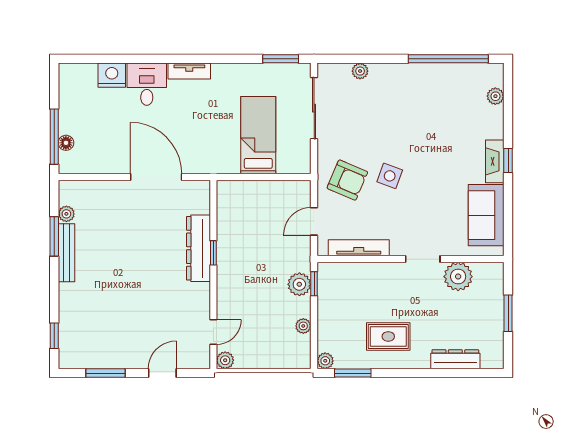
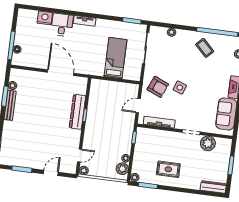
coffee table: (428, 93) -> (205, 48), added
plant: (299, 284) -> (122, 169), moved
dresser: (455, 359) -> (213, 187), moved

